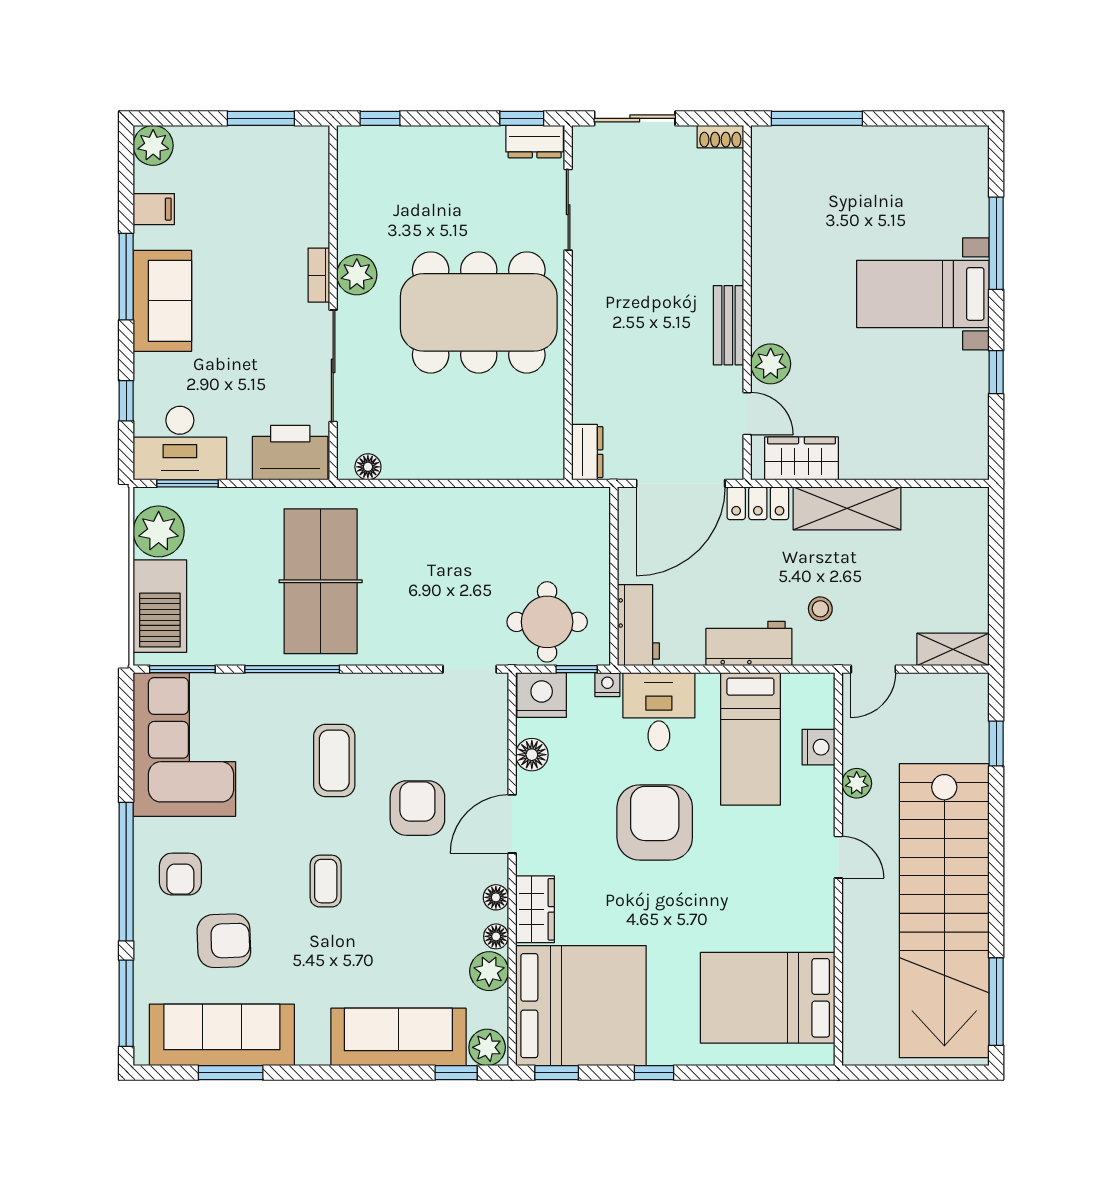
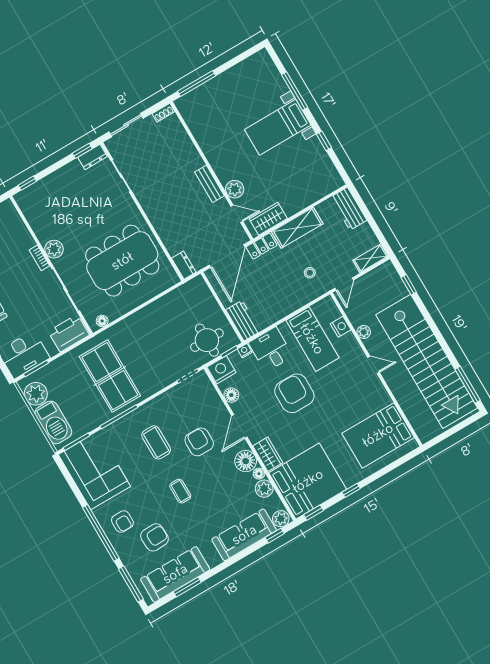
dining table: (479, 312) -> (122, 261), moved
workbench: (749, 644) -> (349, 209), moved, turned -90
floor lamp: (496, 897) -> (246, 461), width x1.89, depth x1.89

